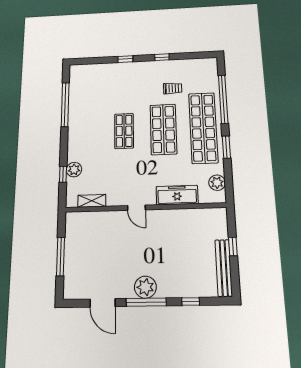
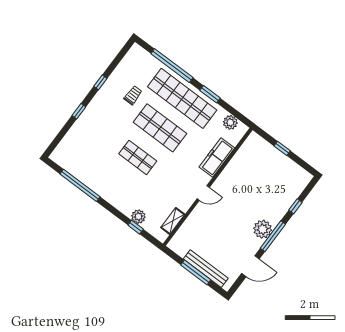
bench: (224, 268) -> (206, 269), moved

